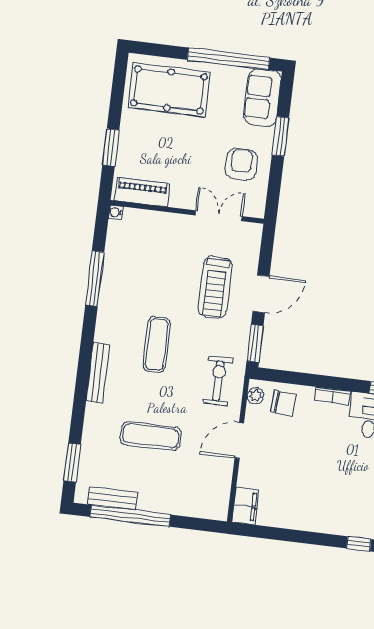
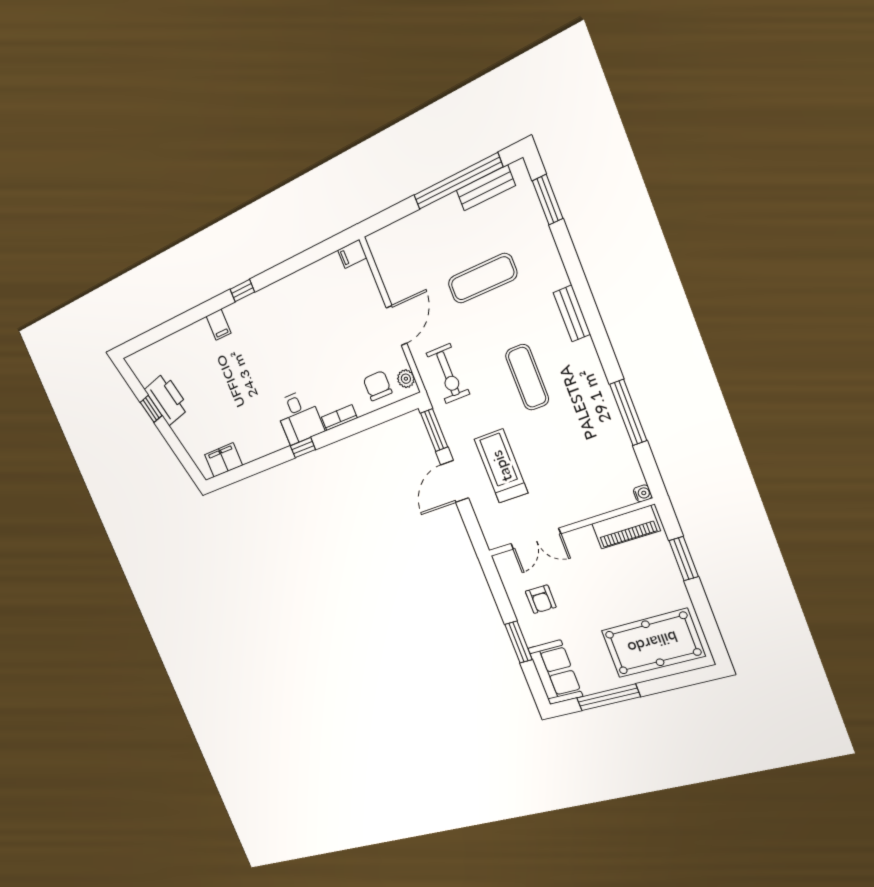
window: (229, 59) -> (608, 697), width x0.68
armchair: (241, 164) -> (541, 599), width x0.72, depth x0.72
bench: (98, 373) -> (572, 313), width x0.73
chair: (283, 403) -> (378, 386), turned 86
filing cabinet: (245, 506) -> (352, 254), width x0.50

